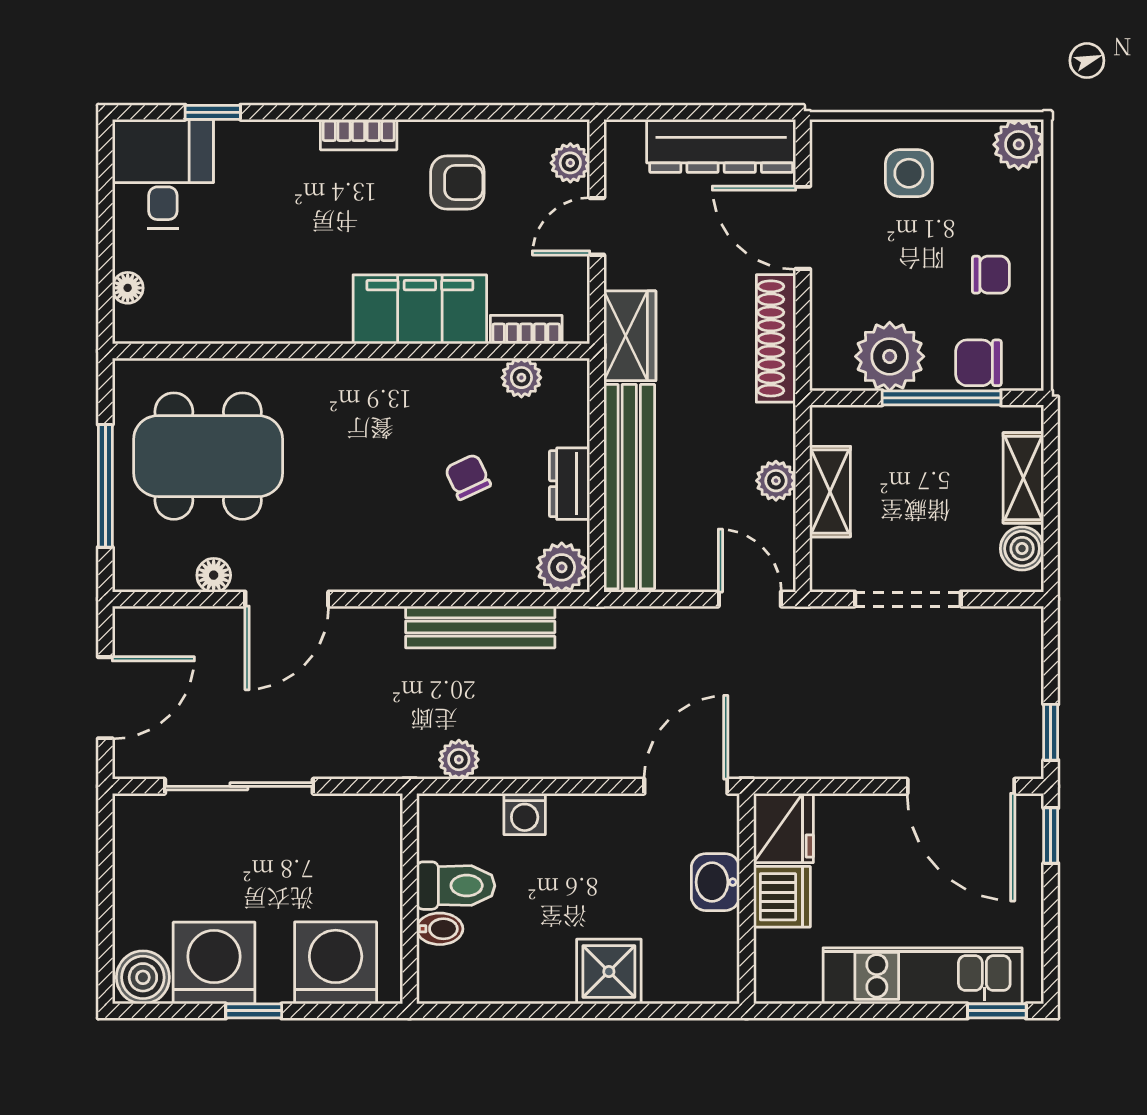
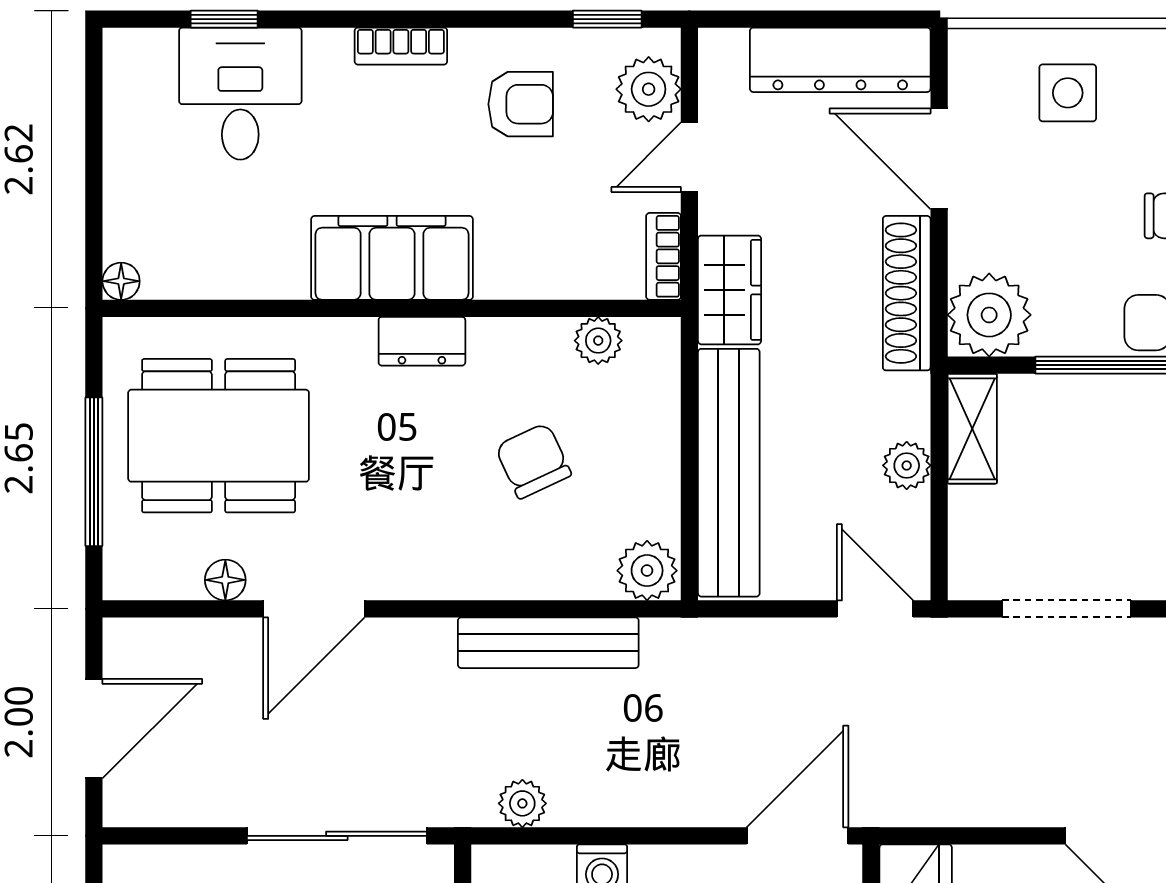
window: (529, 112) -> (607, 19), added
plant: (570, 163) -> (649, 89), width x1.38, depth x1.38
desk: (163, 174) -> (240, 94), moved
floor lamp: (128, 288) -> (121, 281), moved
filing cabinet: (420, 309) -> (392, 258), moved
bookcase: (526, 330) -> (664, 256), moved, turned -90
plant: (890, 356) -> (989, 315), moved
chair: (468, 477) -> (533, 461), width x1.37, depth x1.37
dresser: (570, 484) -> (422, 341), moved, turned -90
shelving: (830, 492) -> (972, 429), moved
sliding door: (239, 786) -> (337, 836), moved

